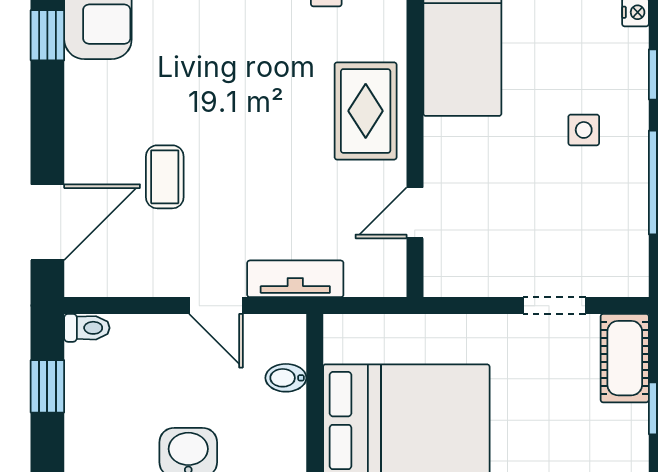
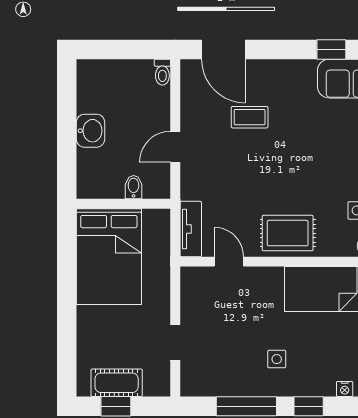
tv unit: (295, 279) -> (191, 229), moved
cot: (625, 358) -> (117, 383), moved
window: (47, 386) -> (129, 49), removed

